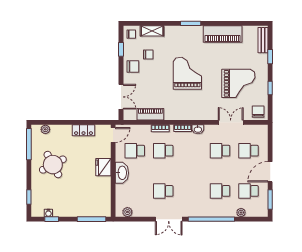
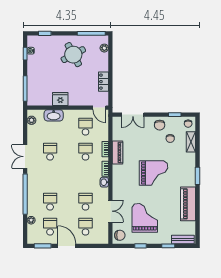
grand piano: (238, 83) -> (145, 218), turned 180
piano: (150, 114) -> (118, 153), moved
fridge: (103, 167) -> (60, 99), moved
washbasin: (122, 173) -> (54, 115), moved

